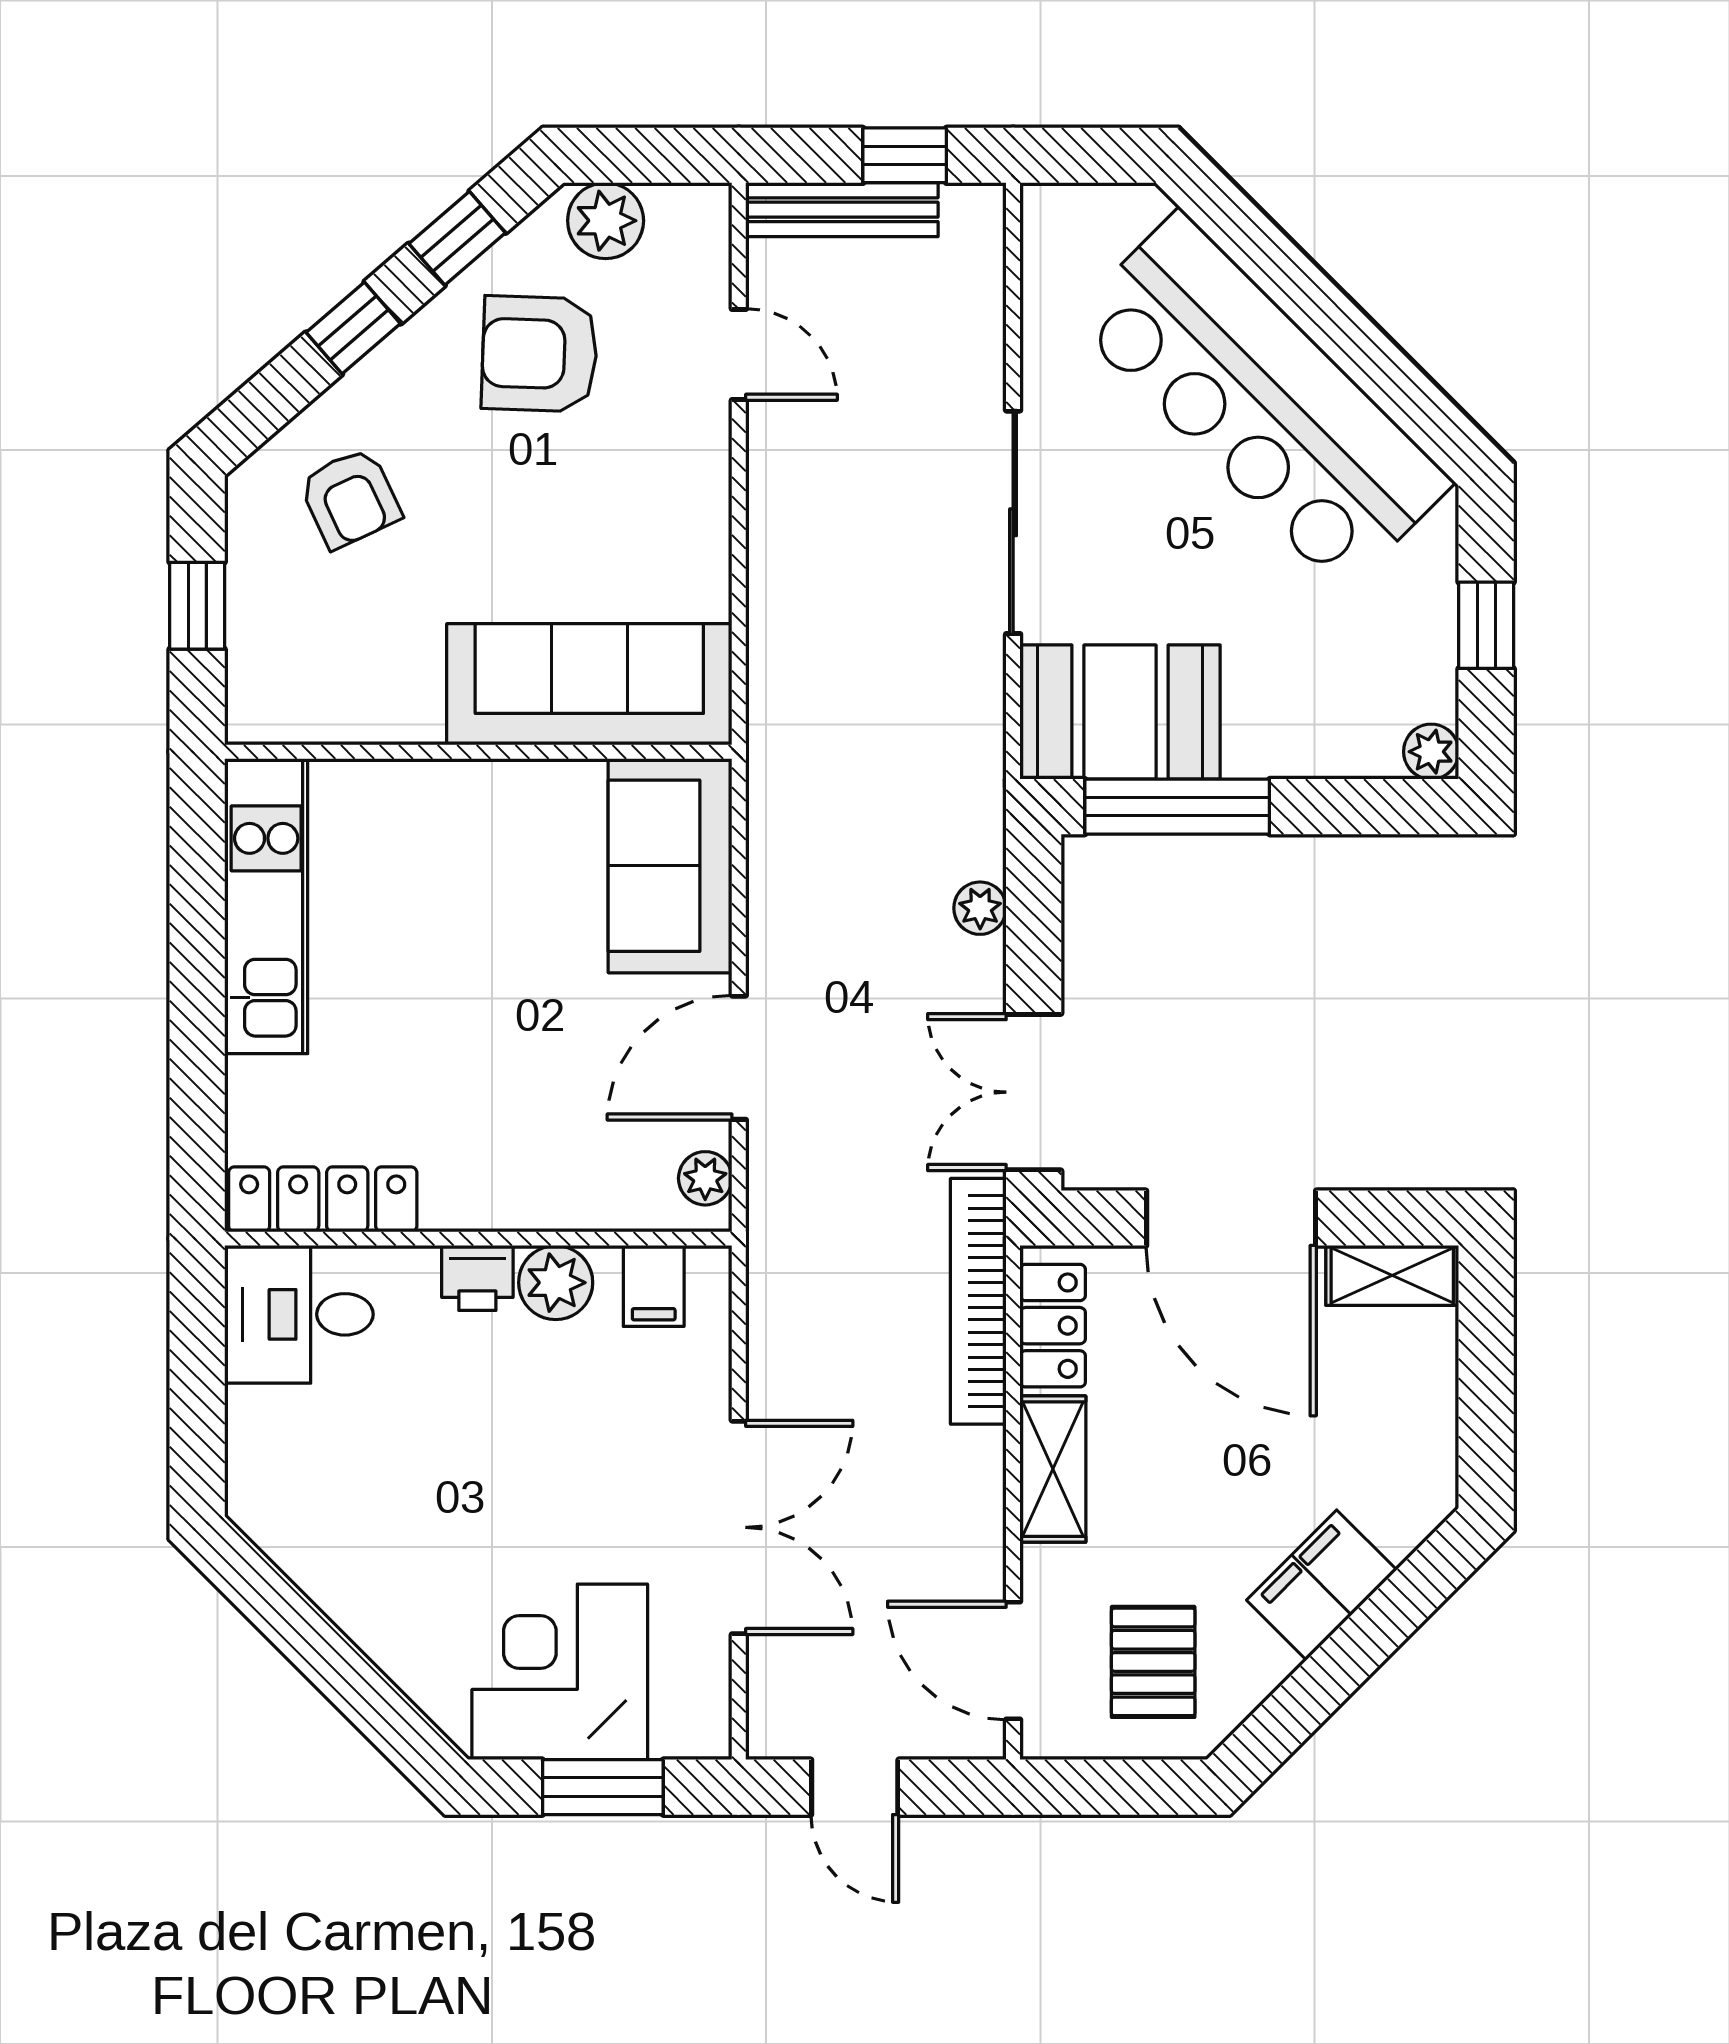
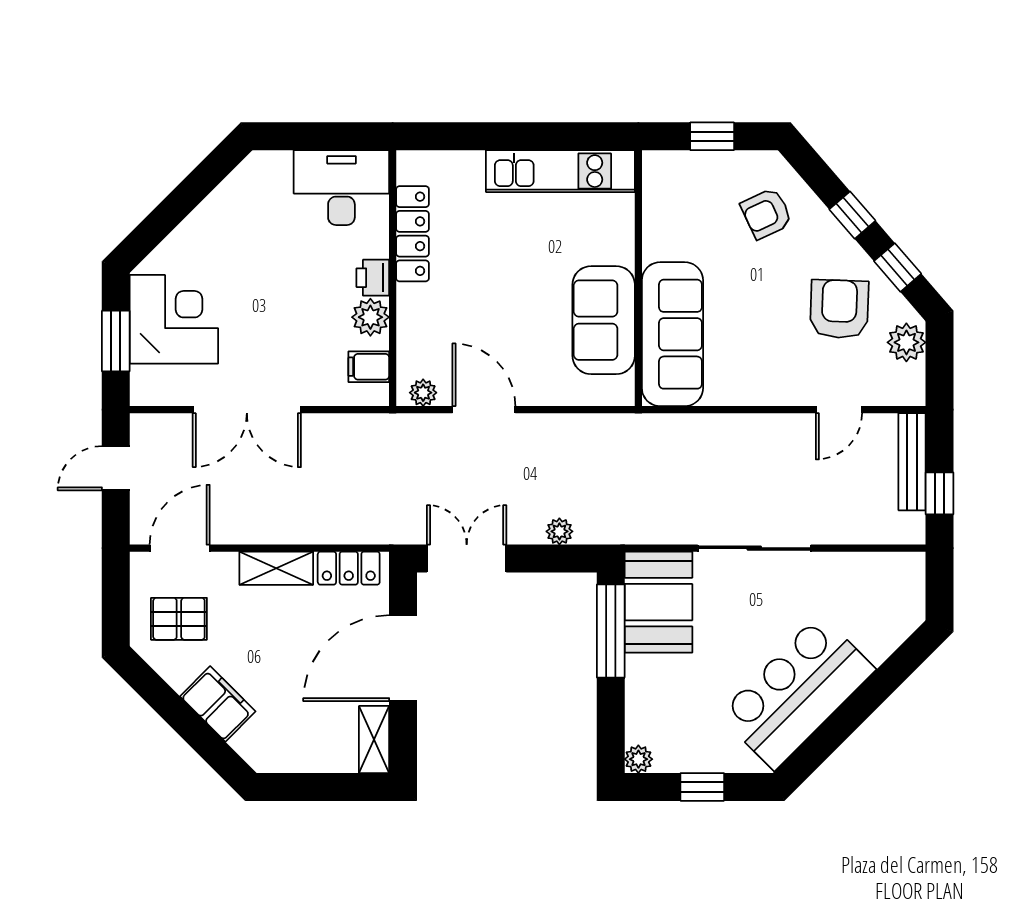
bar counter: (1261, 401) -> (797, 692), width x0.73
sofa: (670, 866) -> (604, 320), moved, turned -90
locker: (323, 1199) -> (412, 234), moved
bookcase: (978, 1301) -> (361, 531), removed
desk: (299, 1314) -> (341, 188), width x1.37

